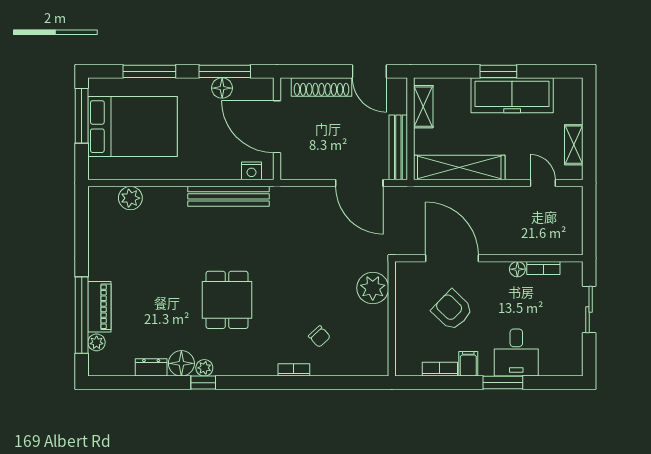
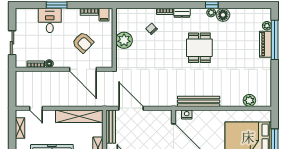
plant: (373, 288) -> (124, 40), moved
filing cabinet: (468, 364) -> (104, 15), moved
dresser: (151, 367) -> (182, 13), moved

